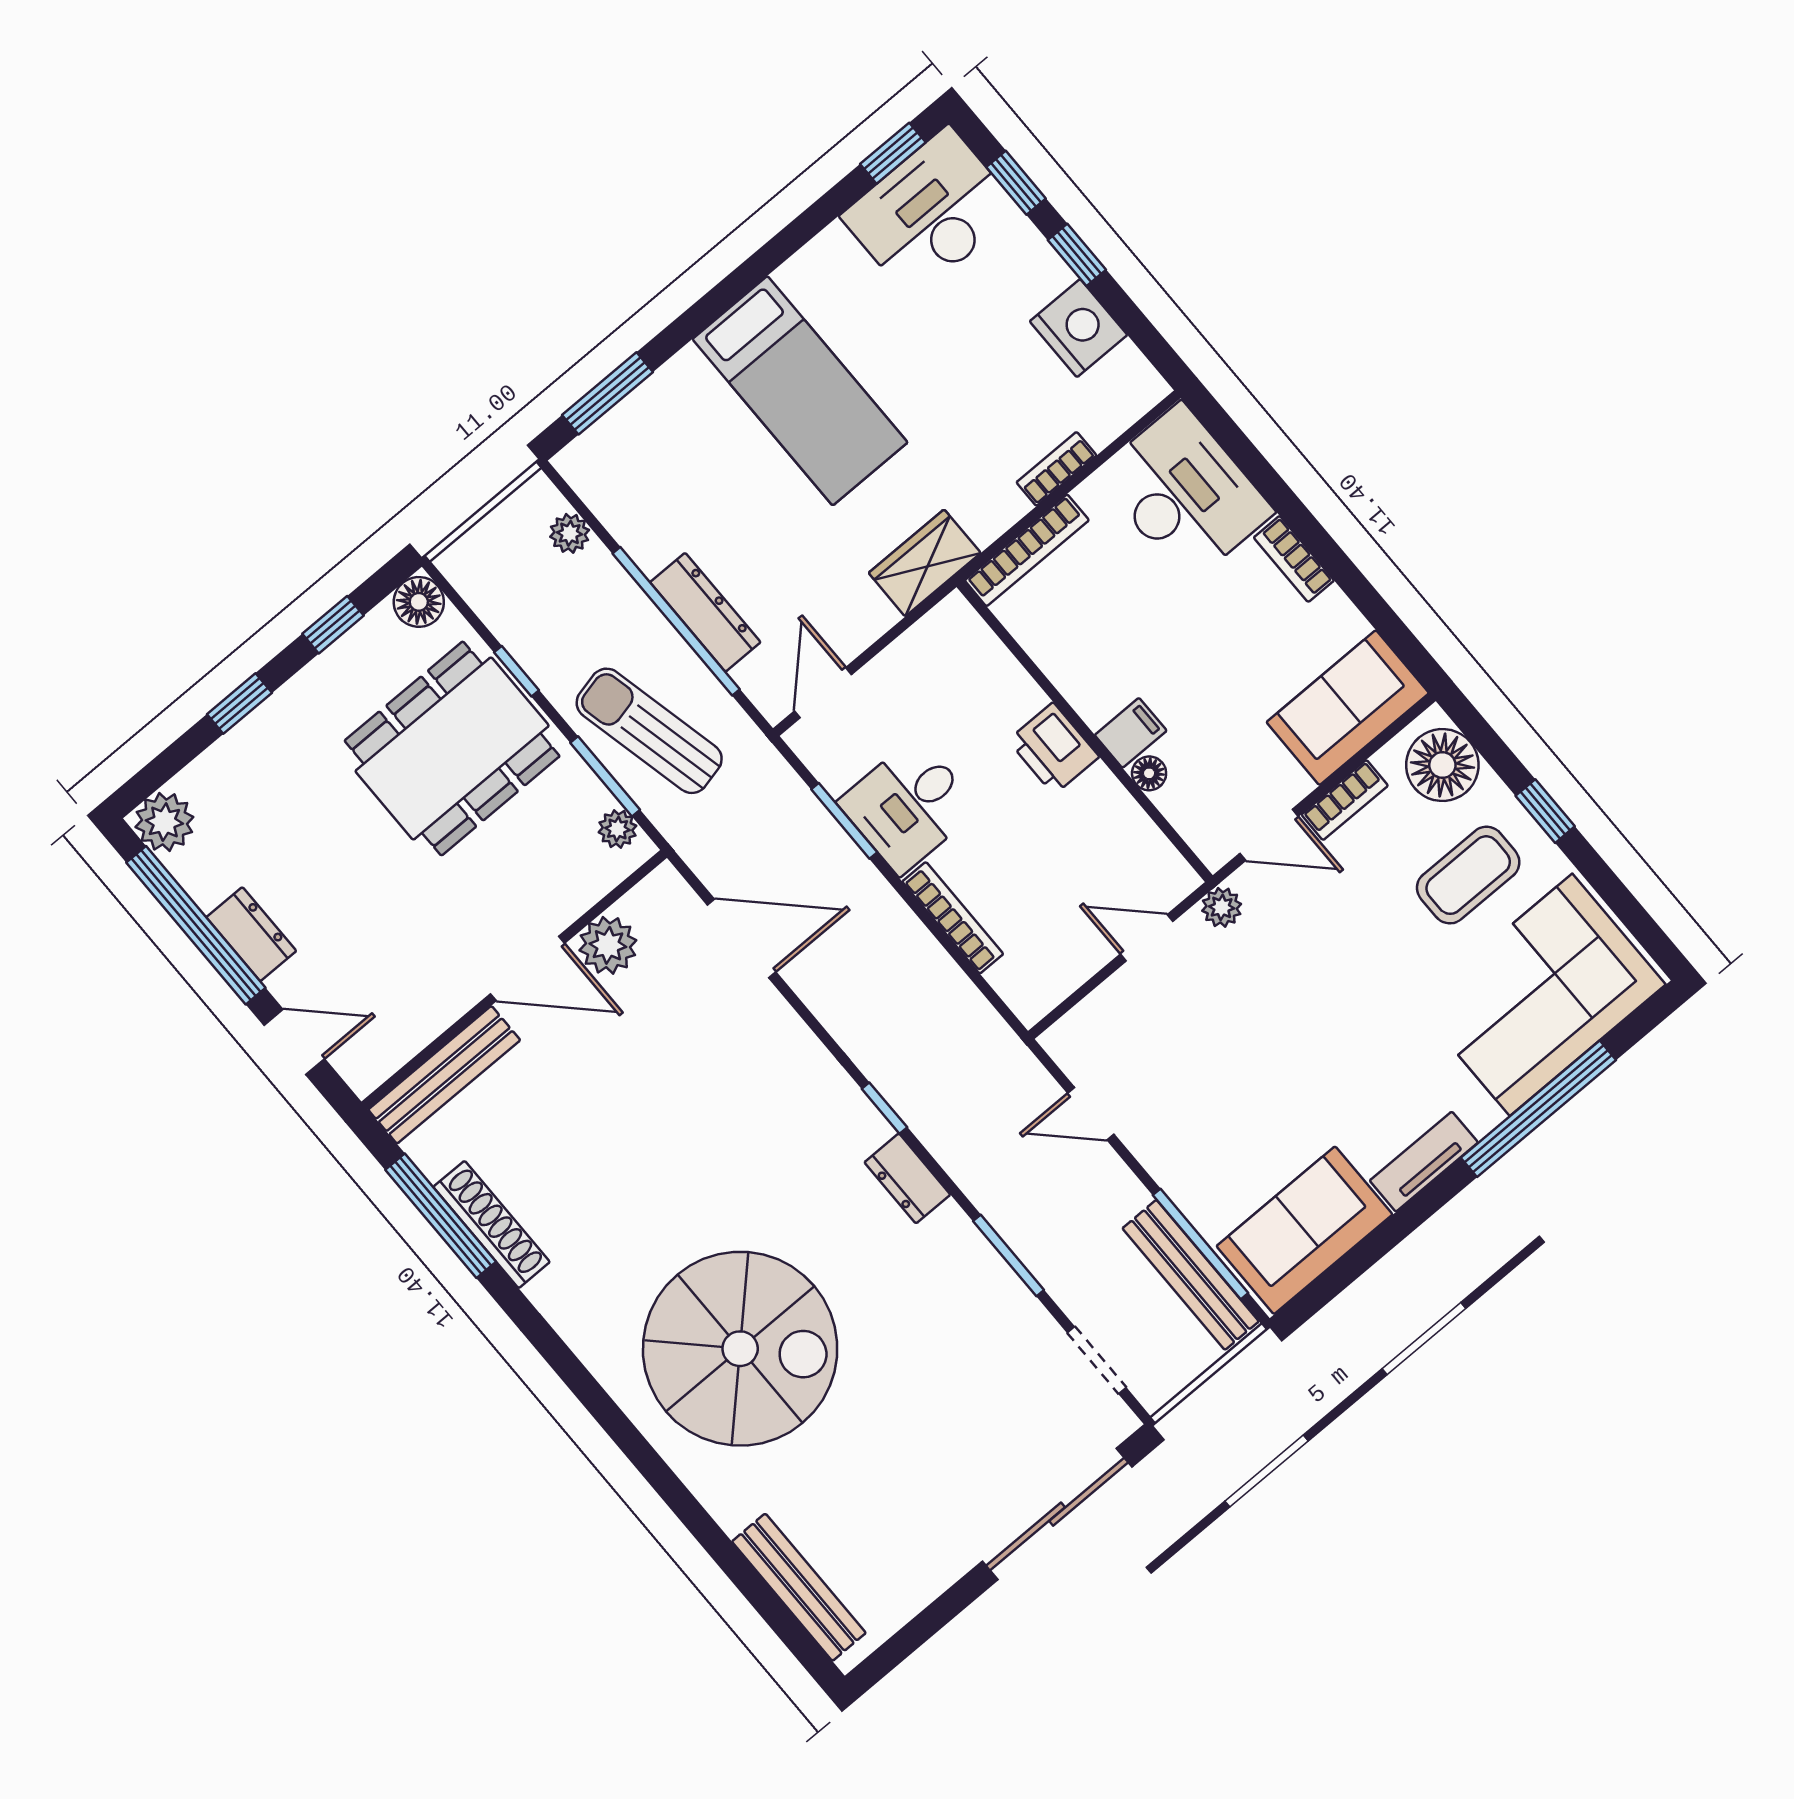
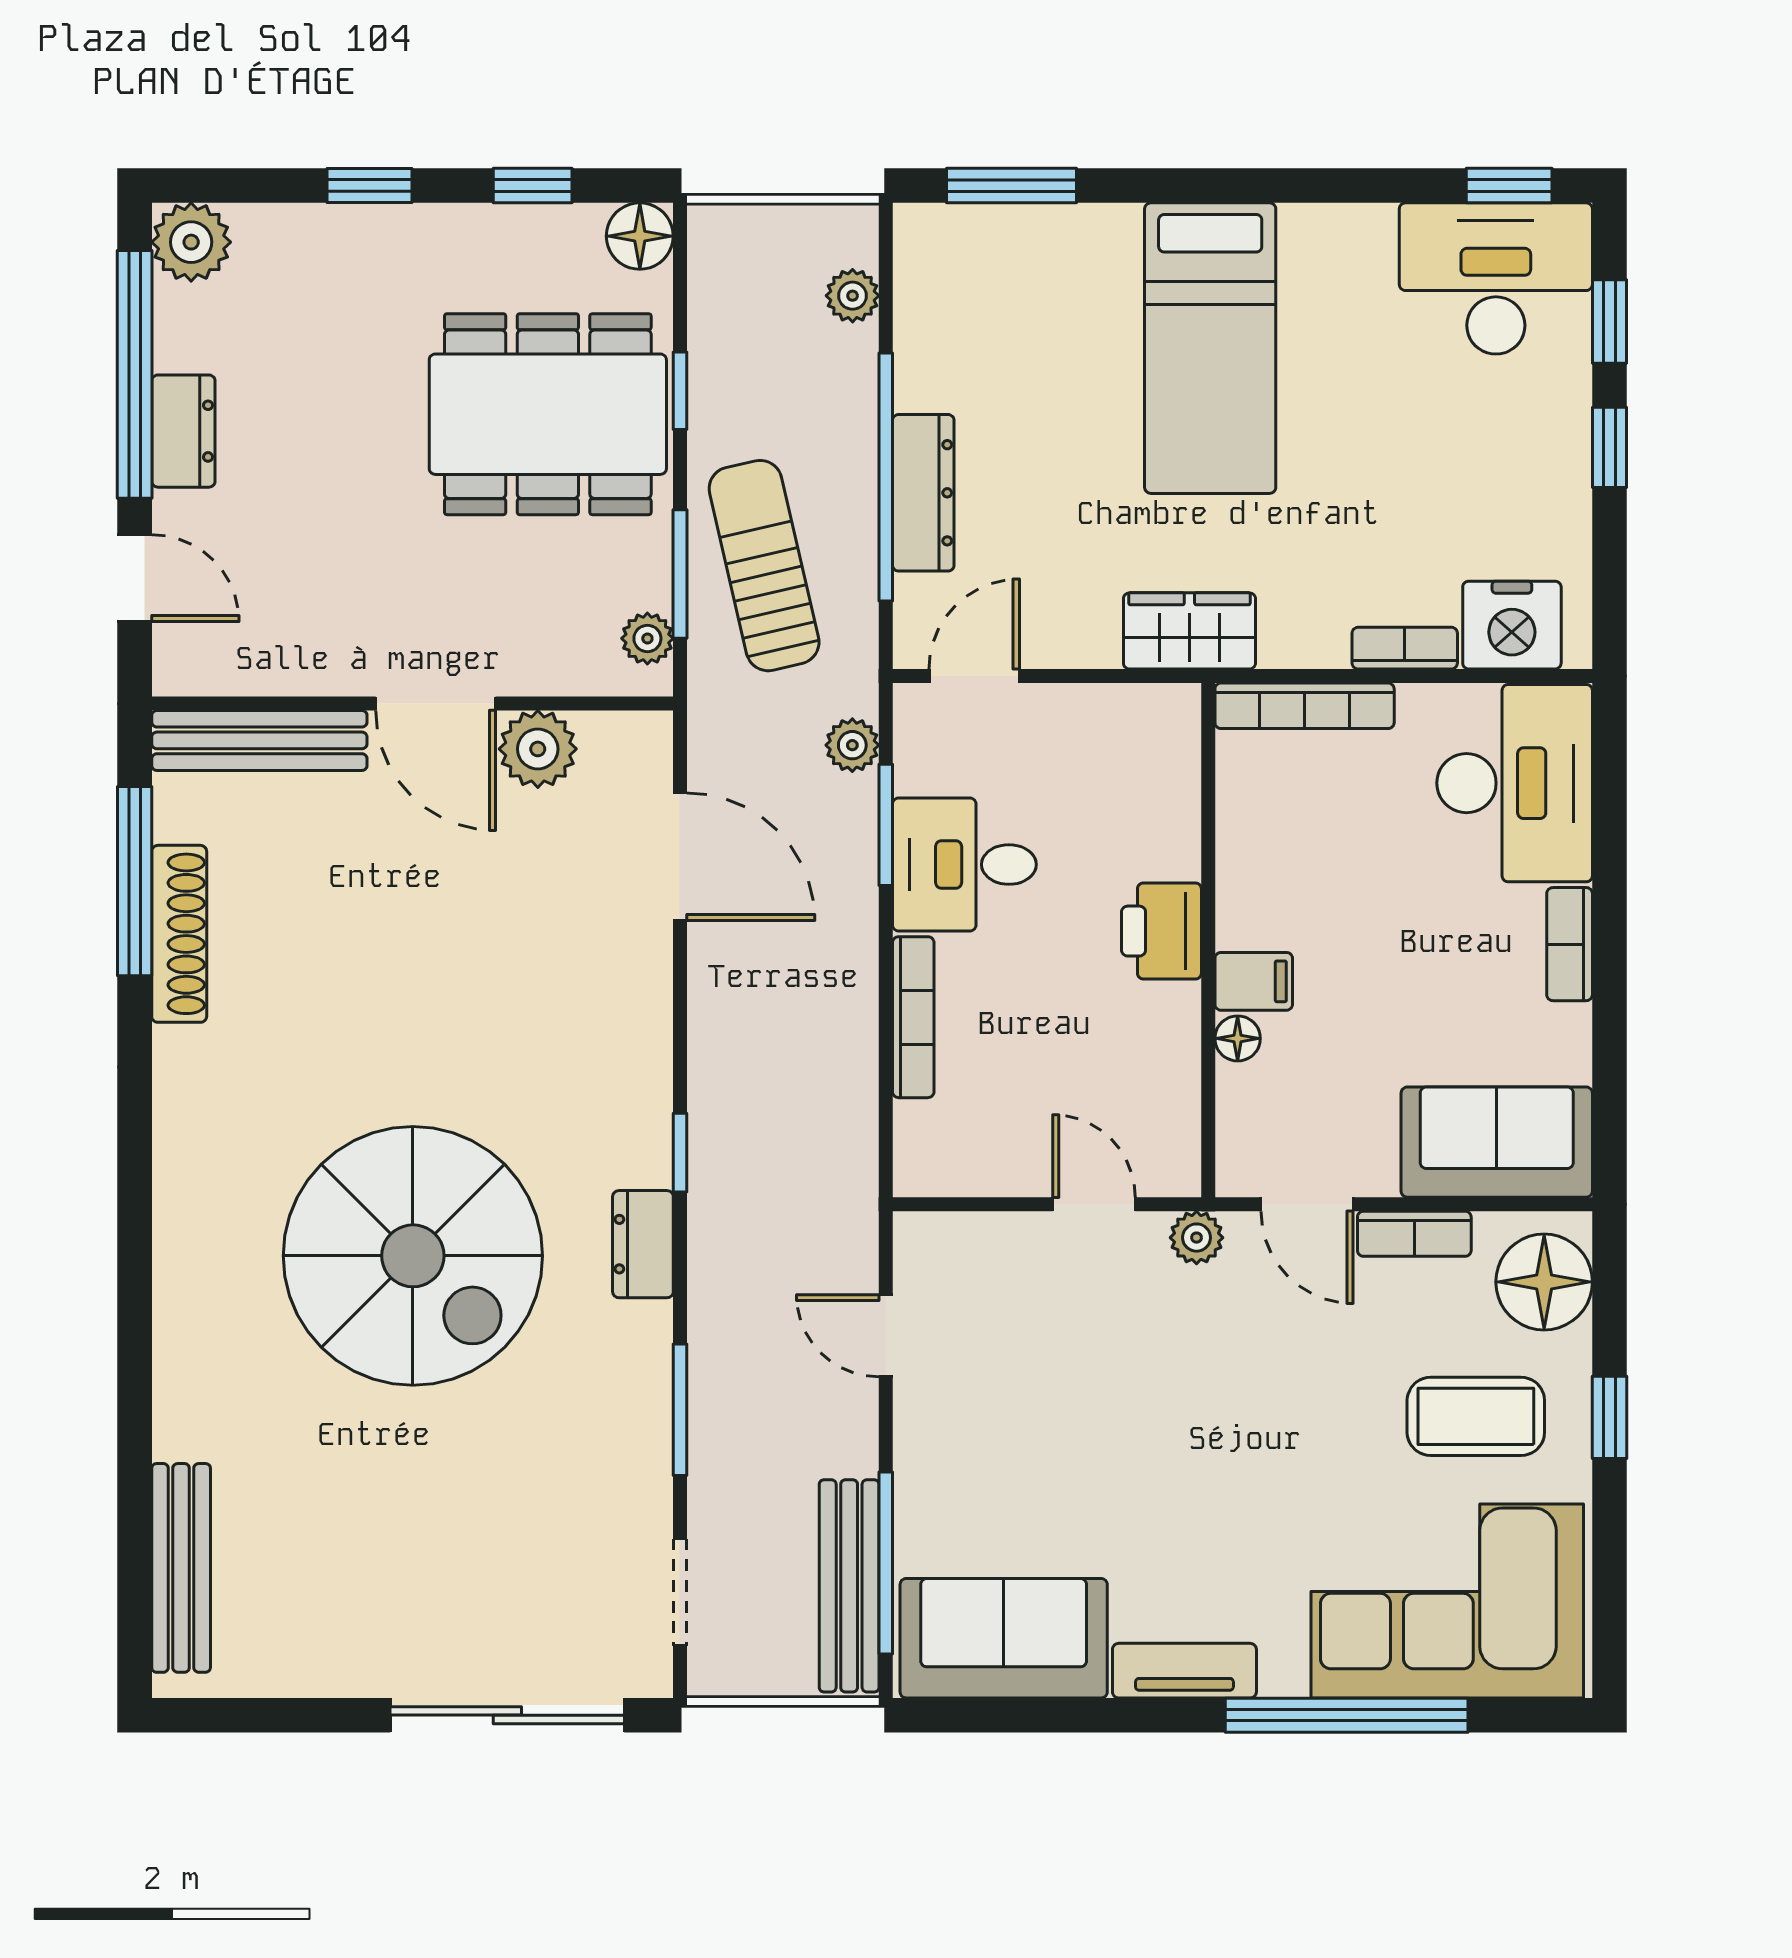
nightstand: (1079, 328) -> (1512, 625), moved, turned 90
plant: (786, 791) -> (852, 745), added
spiral stairs: (740, 1349) -> (413, 1256), moved

